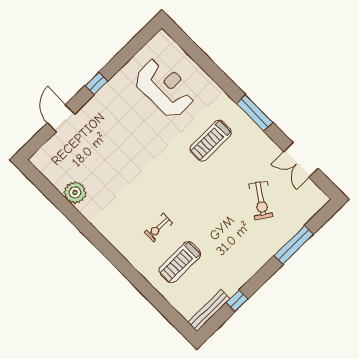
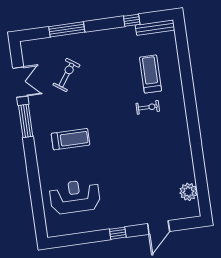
reception desk: (165, 88) -> (75, 197), turned 90
window: (255, 113) -> (26, 121), moved
plant: (75, 192) -> (188, 192), moved
treadmill: (180, 262) -> (151, 74), turned -90

